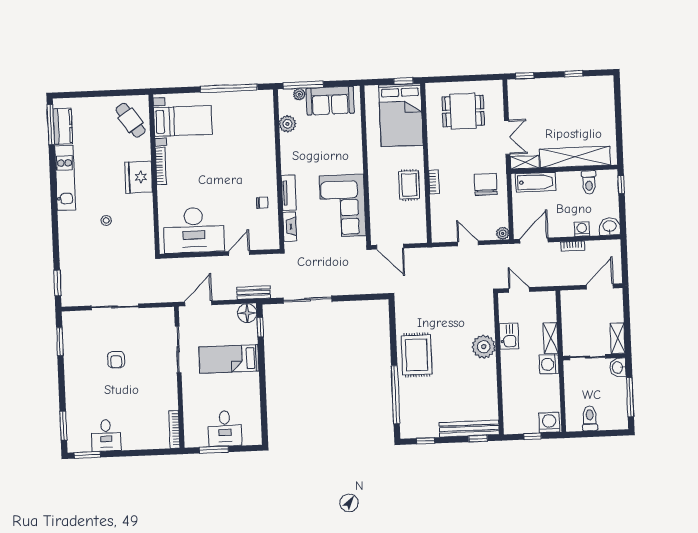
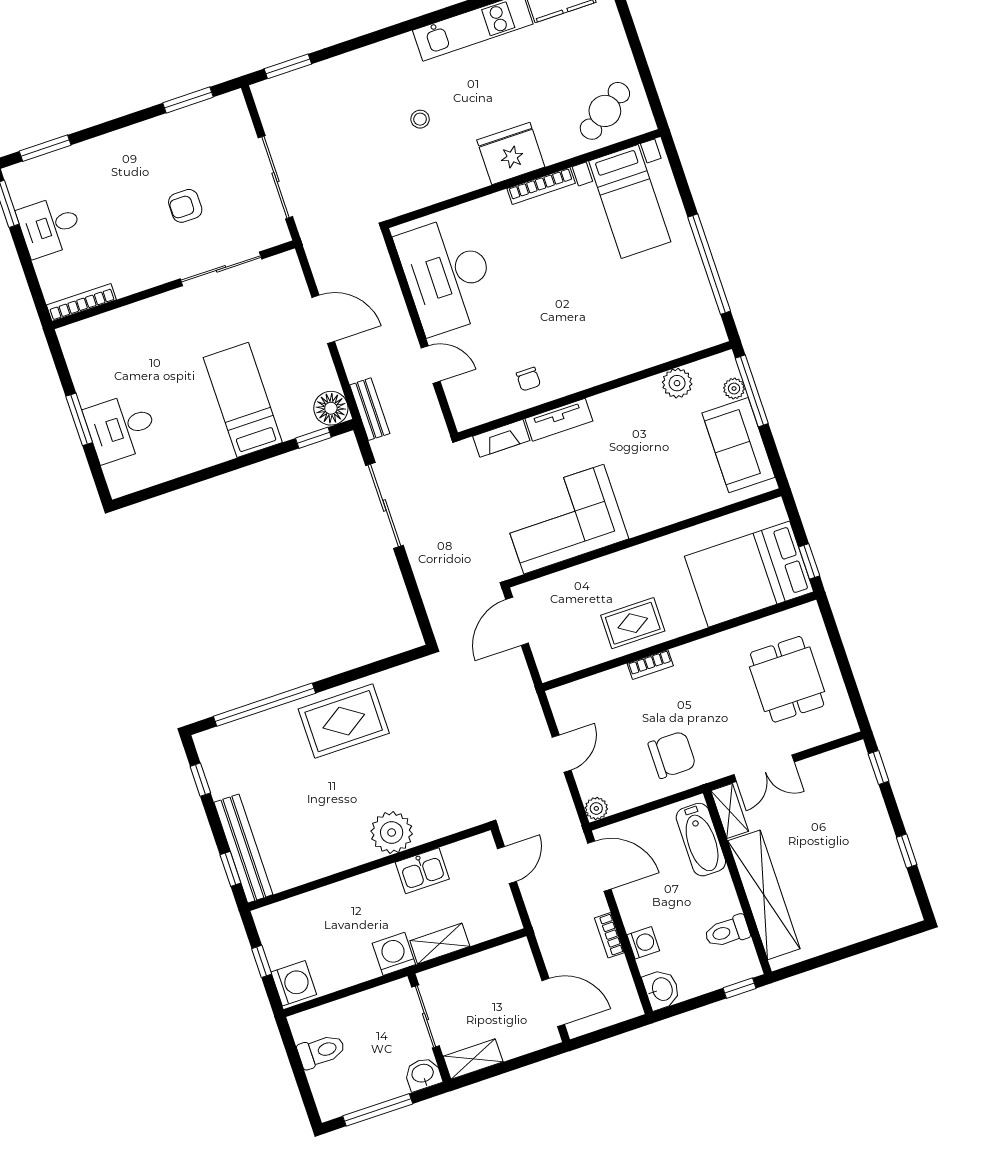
sliding door: (178, 349) -> (221, 269), moved
wall: (179, 377) -> (173, 285), moved
bookcase: (174, 429) -> (81, 302), moved

